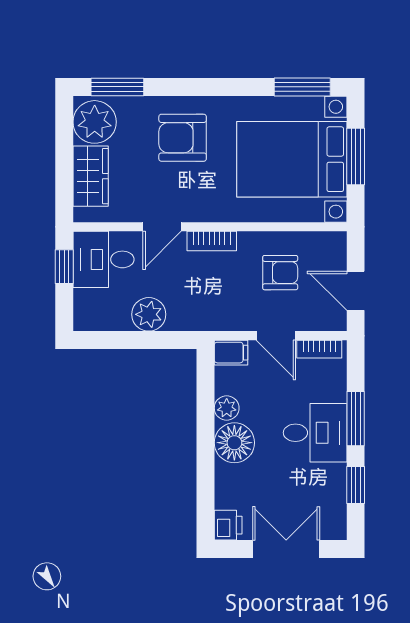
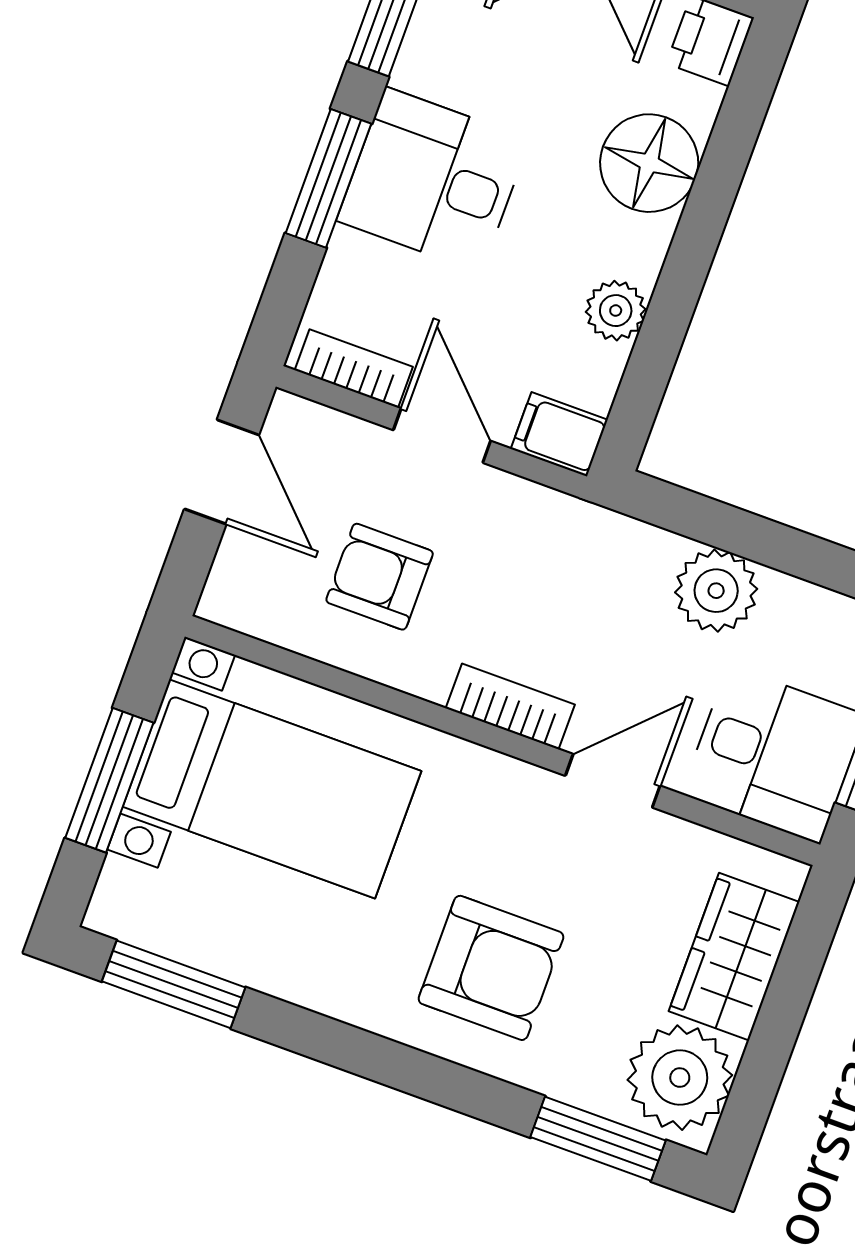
bed with nightstands: (292, 159) -> (272, 789), width x0.73
floor lamp: (234, 443) -> (649, 163), moved

